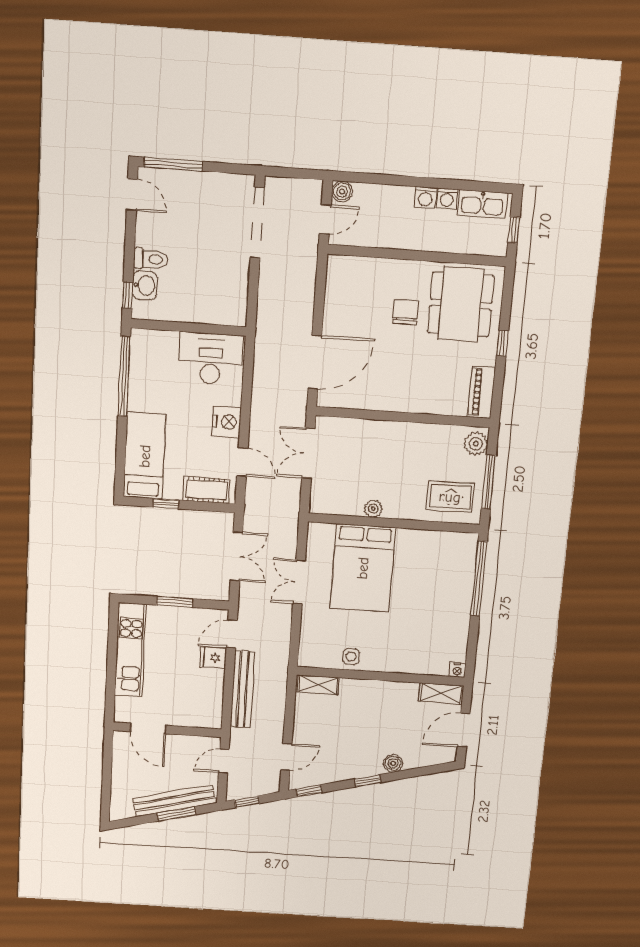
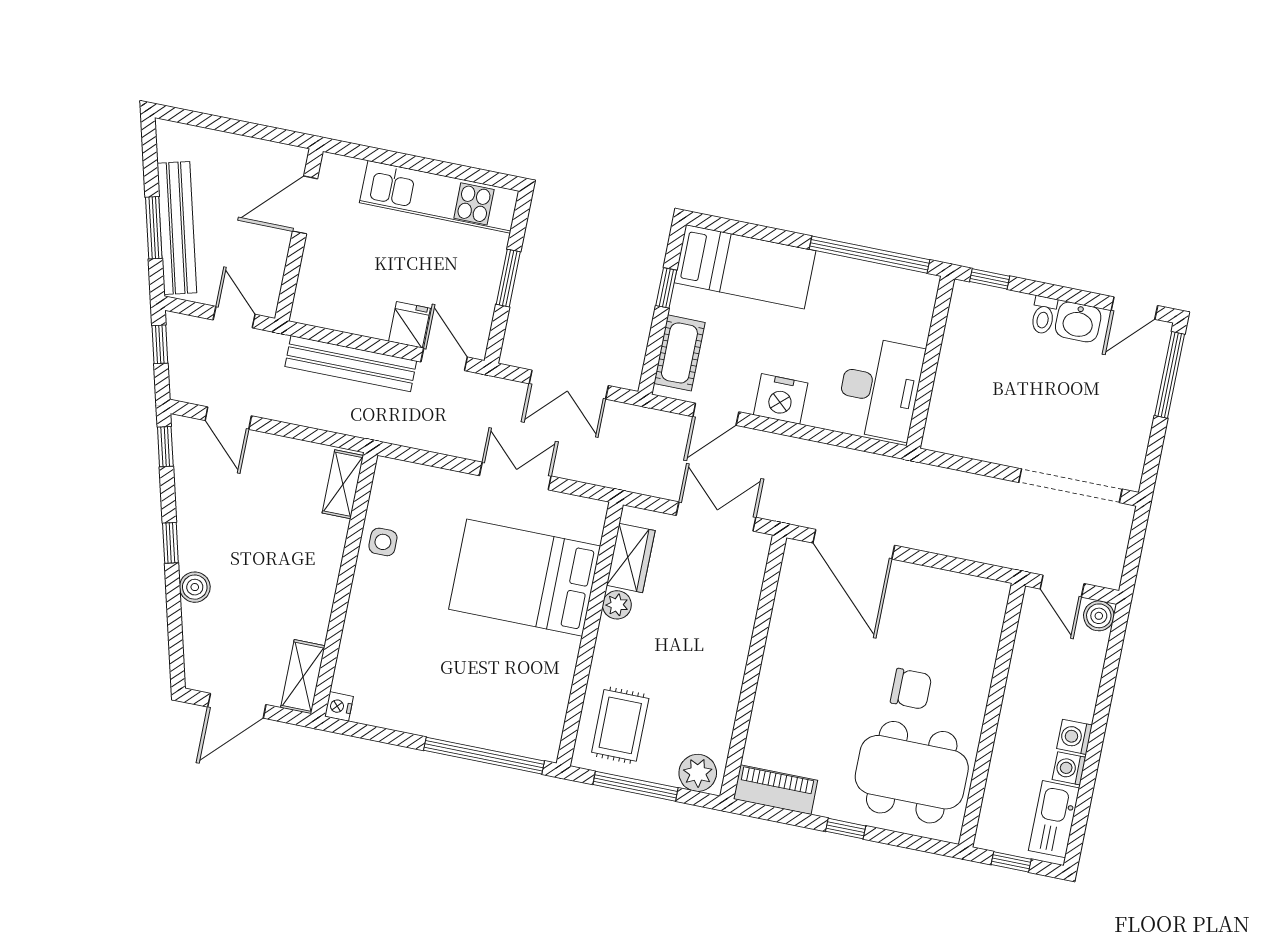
toilet: (151, 259) -> (1044, 315), width x0.73, depth x0.72
washbasin: (145, 285) -> (1078, 322), moved
wardrobe: (342, 504) -> (631, 558), added
door: (464, 730) -> (237, 706), swing flipped

